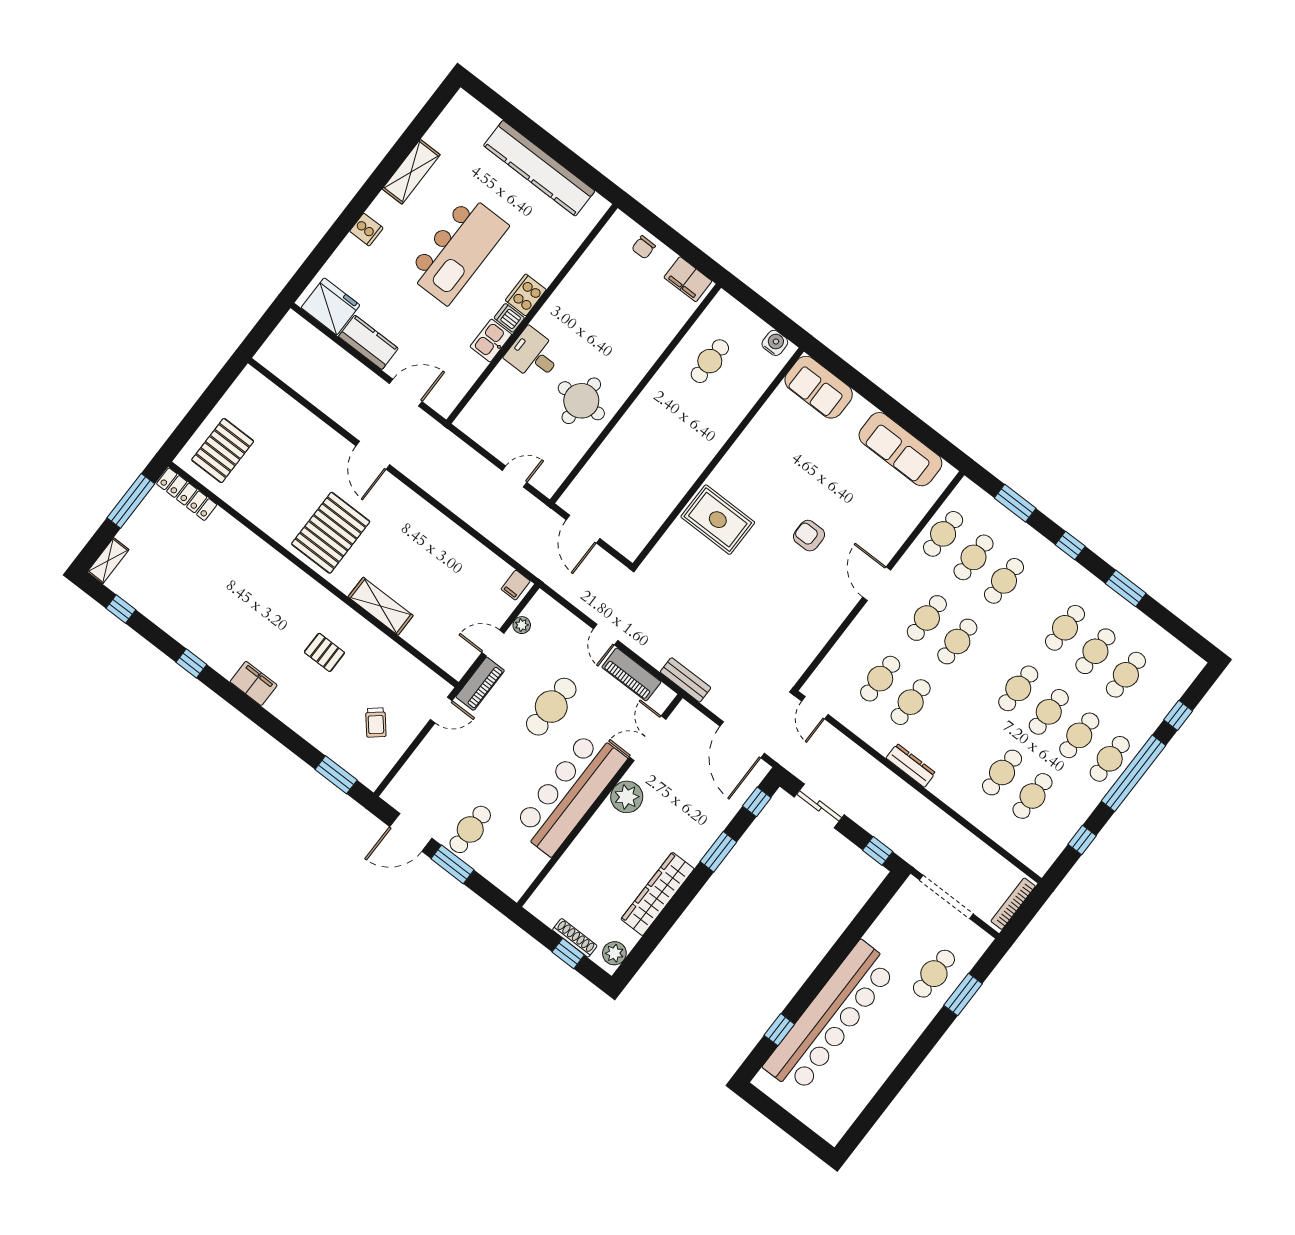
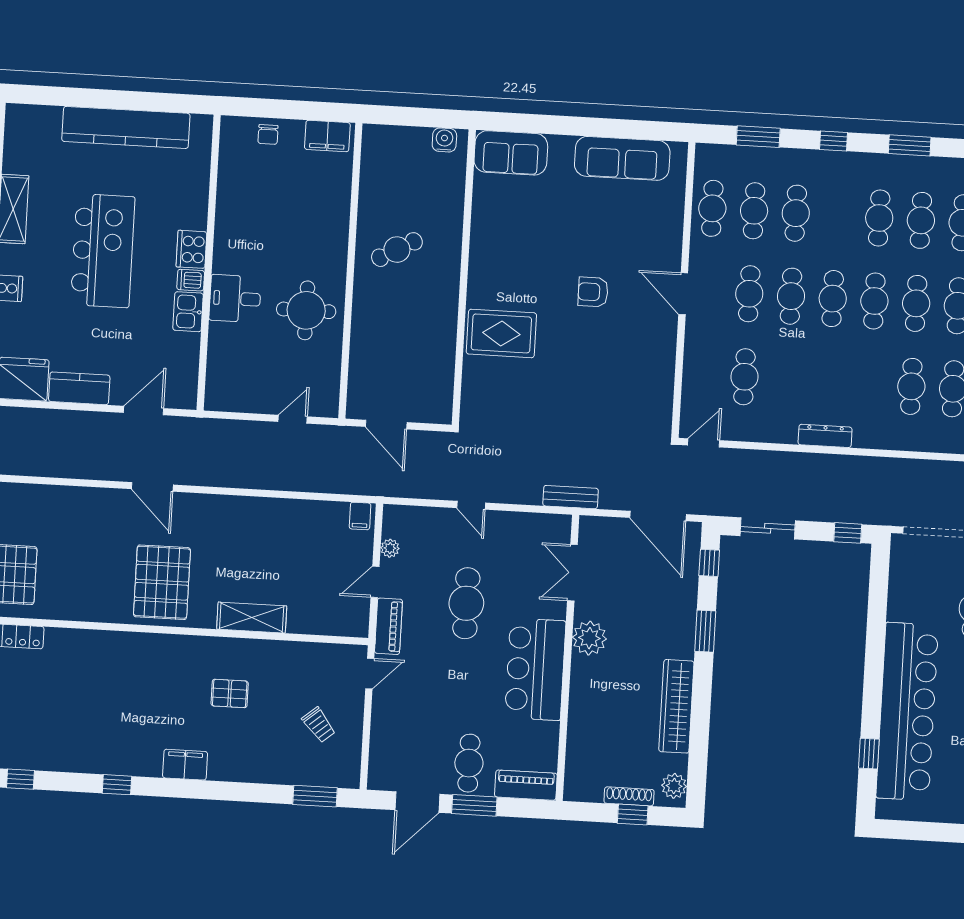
cafe table: (710, 361) -> (397, 250), moved, turned 61
piano: (631, 674) -> (526, 785), moved, turned 180
cafe table: (911, 702) -> (833, 299), moved
door: (815, 708) -> (704, 443), swing flipped
bar counter: (569, 793) -> (535, 669), width x0.73

